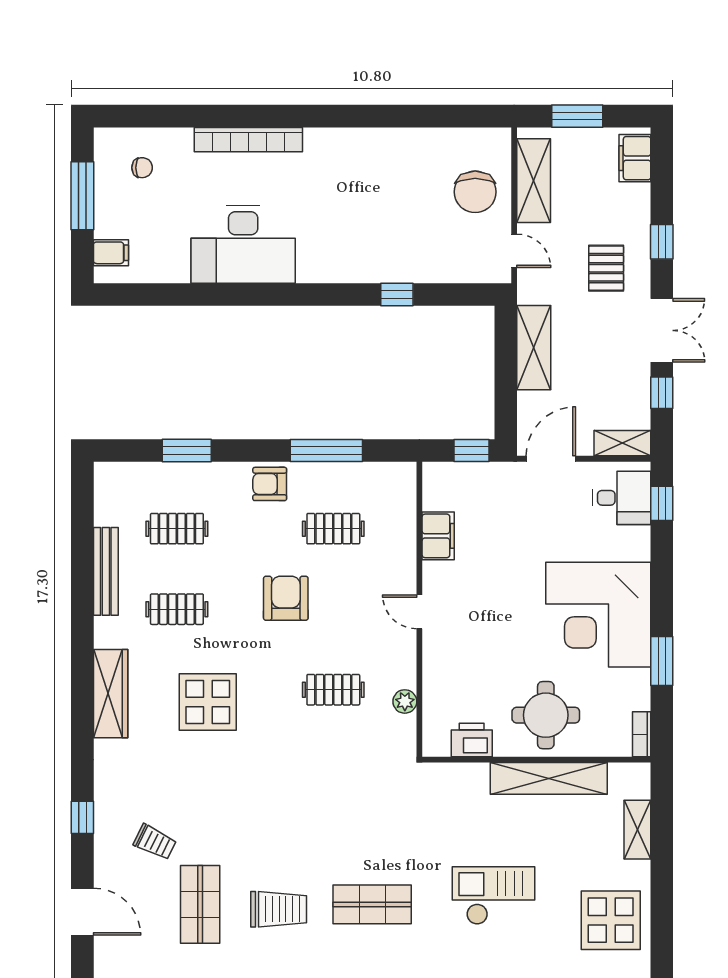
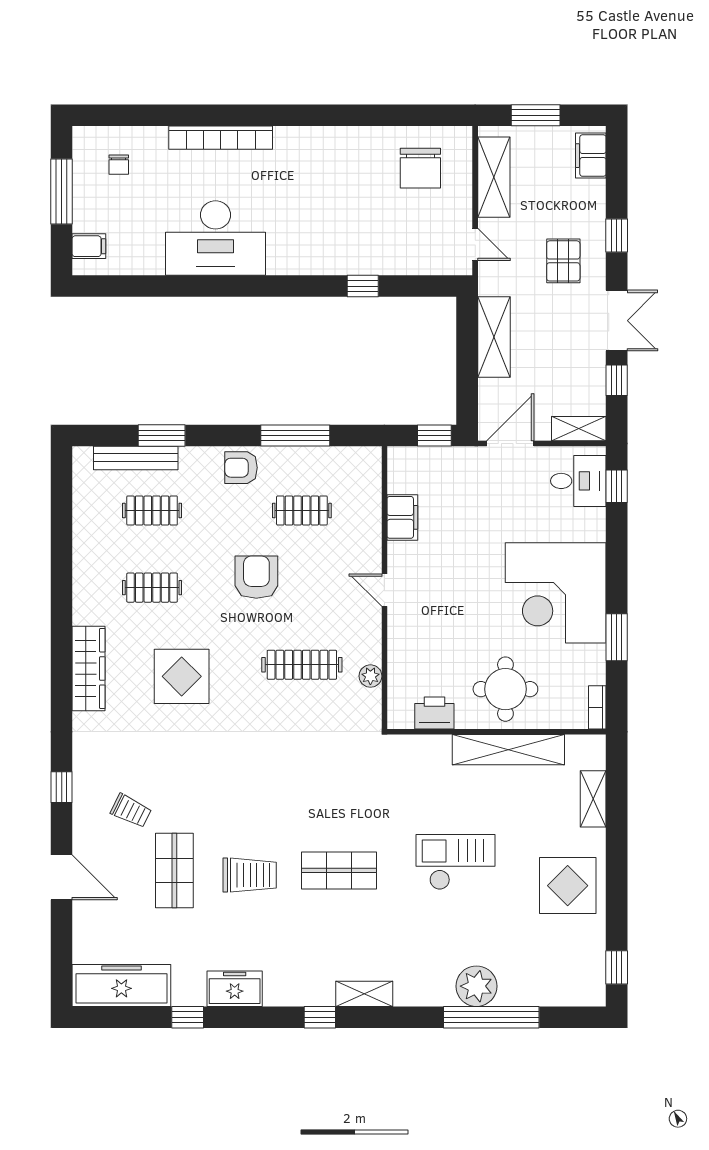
chair: (142, 168) -> (119, 165), turned 90
chair: (475, 192) -> (420, 168), moved
bench: (106, 571) -> (136, 458), moved, turned 90
clothes rail: (333, 690) -> (302, 665), width x1.36

